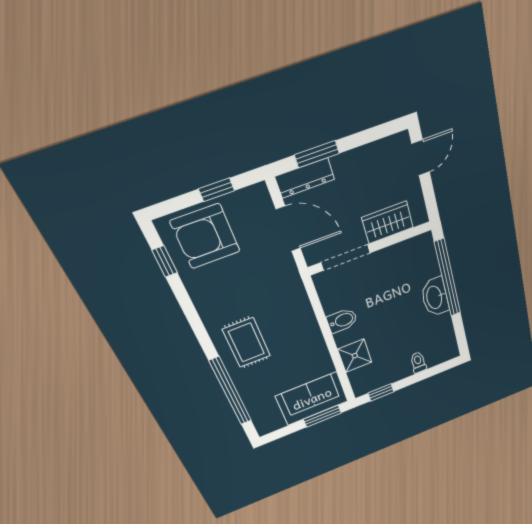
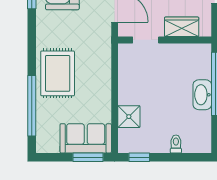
doorway: (346, 258) -> (146, 40), width x0.73
bidet: (342, 320) -> (129, 85), removed
rug: (246, 343) -> (58, 73), width x1.36, depth x1.43

